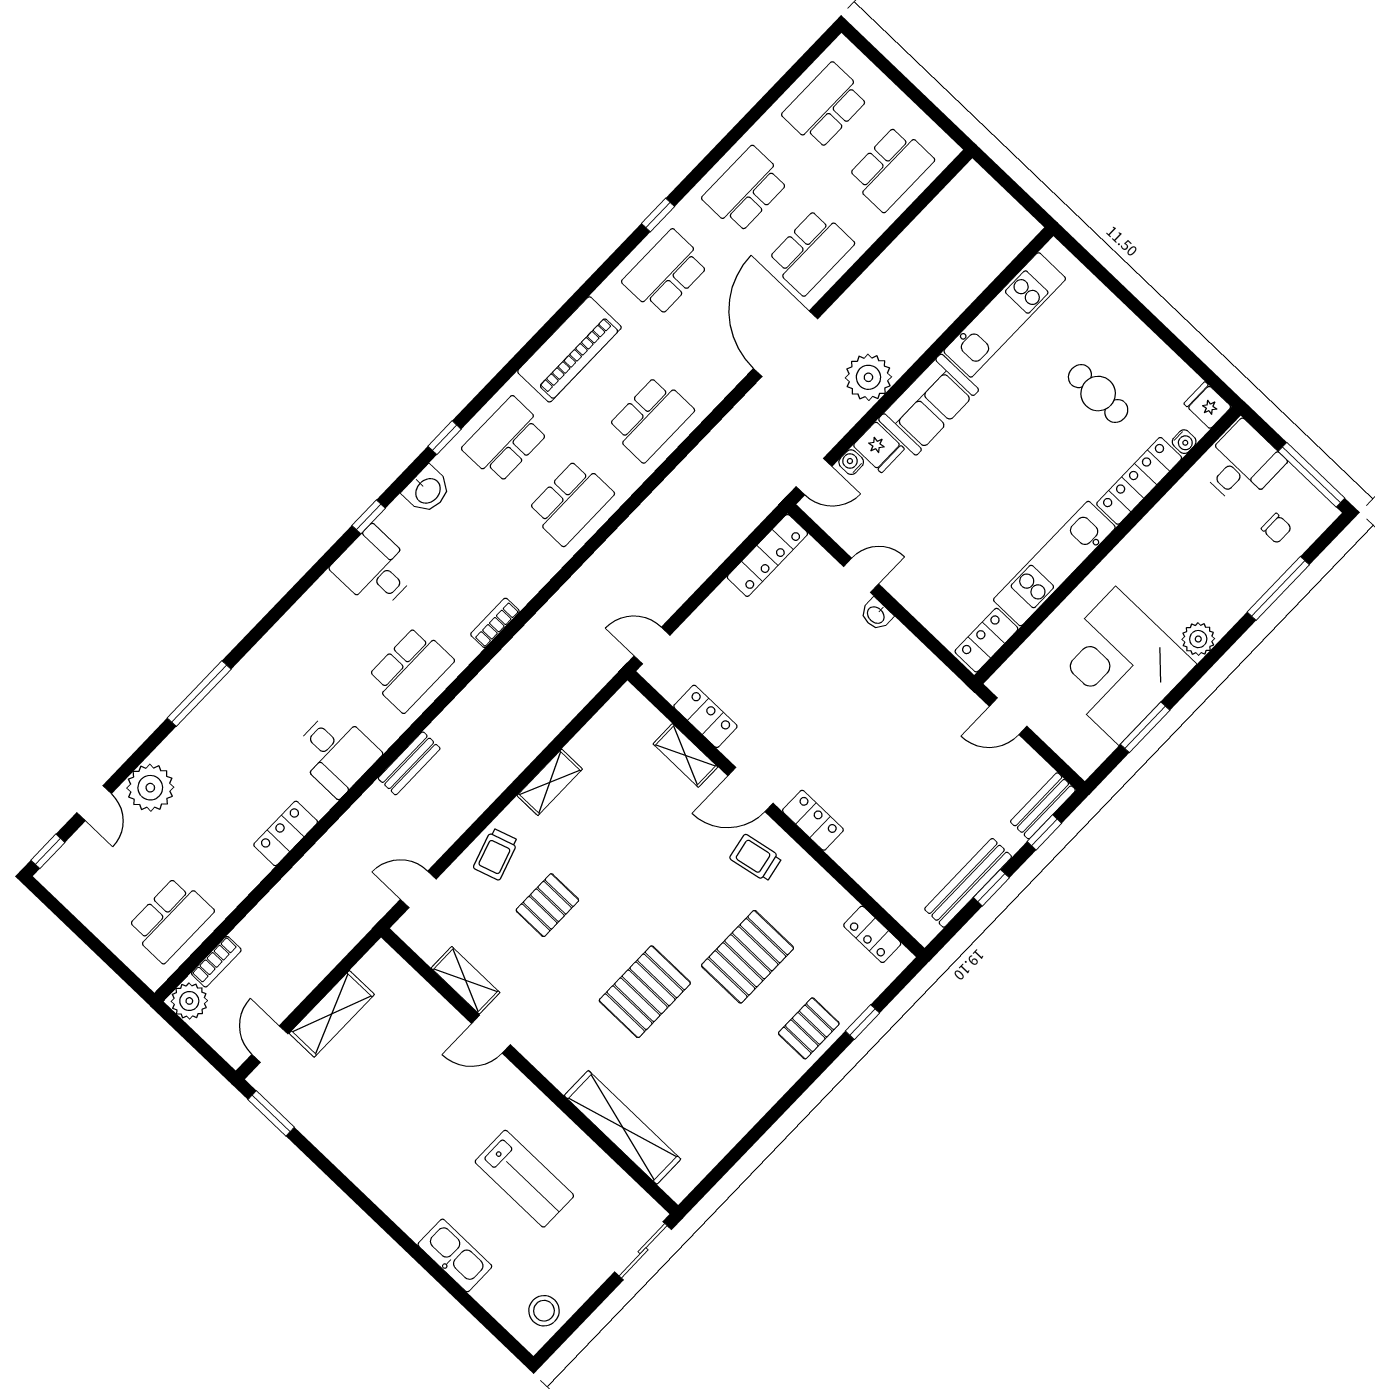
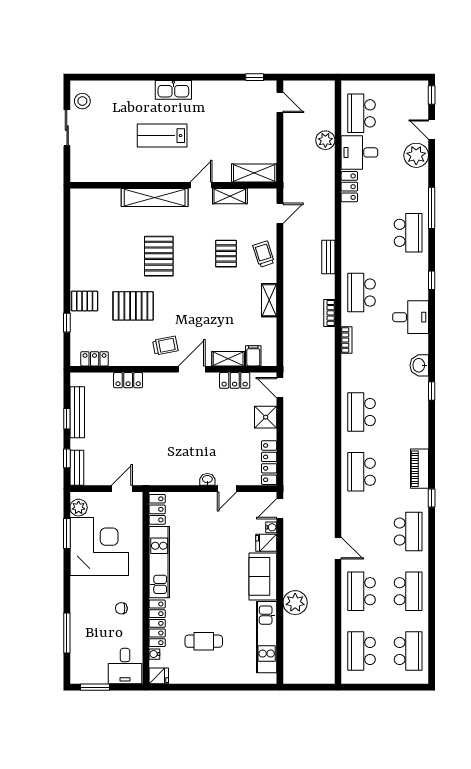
window: (658, 215) -> (432, 498), moved
door: (786, 344) -> (338, 548), width x0.53
piano: (569, 349) -> (420, 469), width x0.73, depth x0.75
plant: (868, 377) -> (295, 603), moved
school desk: (505, 440) -> (408, 233), moved
window: (1311, 475) -> (95, 687), width x0.69
window: (369, 517) -> (432, 280), moved
chair: (1276, 528) -> (121, 608), moved
shower: (711, 624) -> (266, 417), added
plant: (1198, 639) -> (79, 508), moved
door: (652, 646) -> (280, 388), swing flipped
filing cabinet: (646, 726) -> (253, 356), added
desk: (336, 753) -> (359, 152), moved
locker: (813, 820) -> (128, 380), moved
pallet: (748, 957) -> (133, 306), turned 90
bookcase: (216, 962) -> (329, 313), moved
plant: (189, 1001) -> (325, 140), moved
shelving: (332, 1014) -> (254, 173), moved, turned 90
pallet: (809, 1028) -> (85, 301), turned 90
window: (271, 1113) -> (255, 77), width x0.67
shelving: (623, 1127) -> (155, 198), moved
lab bench: (524, 1179) -> (162, 136), moved
sliding door: (643, 1251) -> (67, 128), moved
kitchen sink: (455, 1255) -> (173, 90), moved

